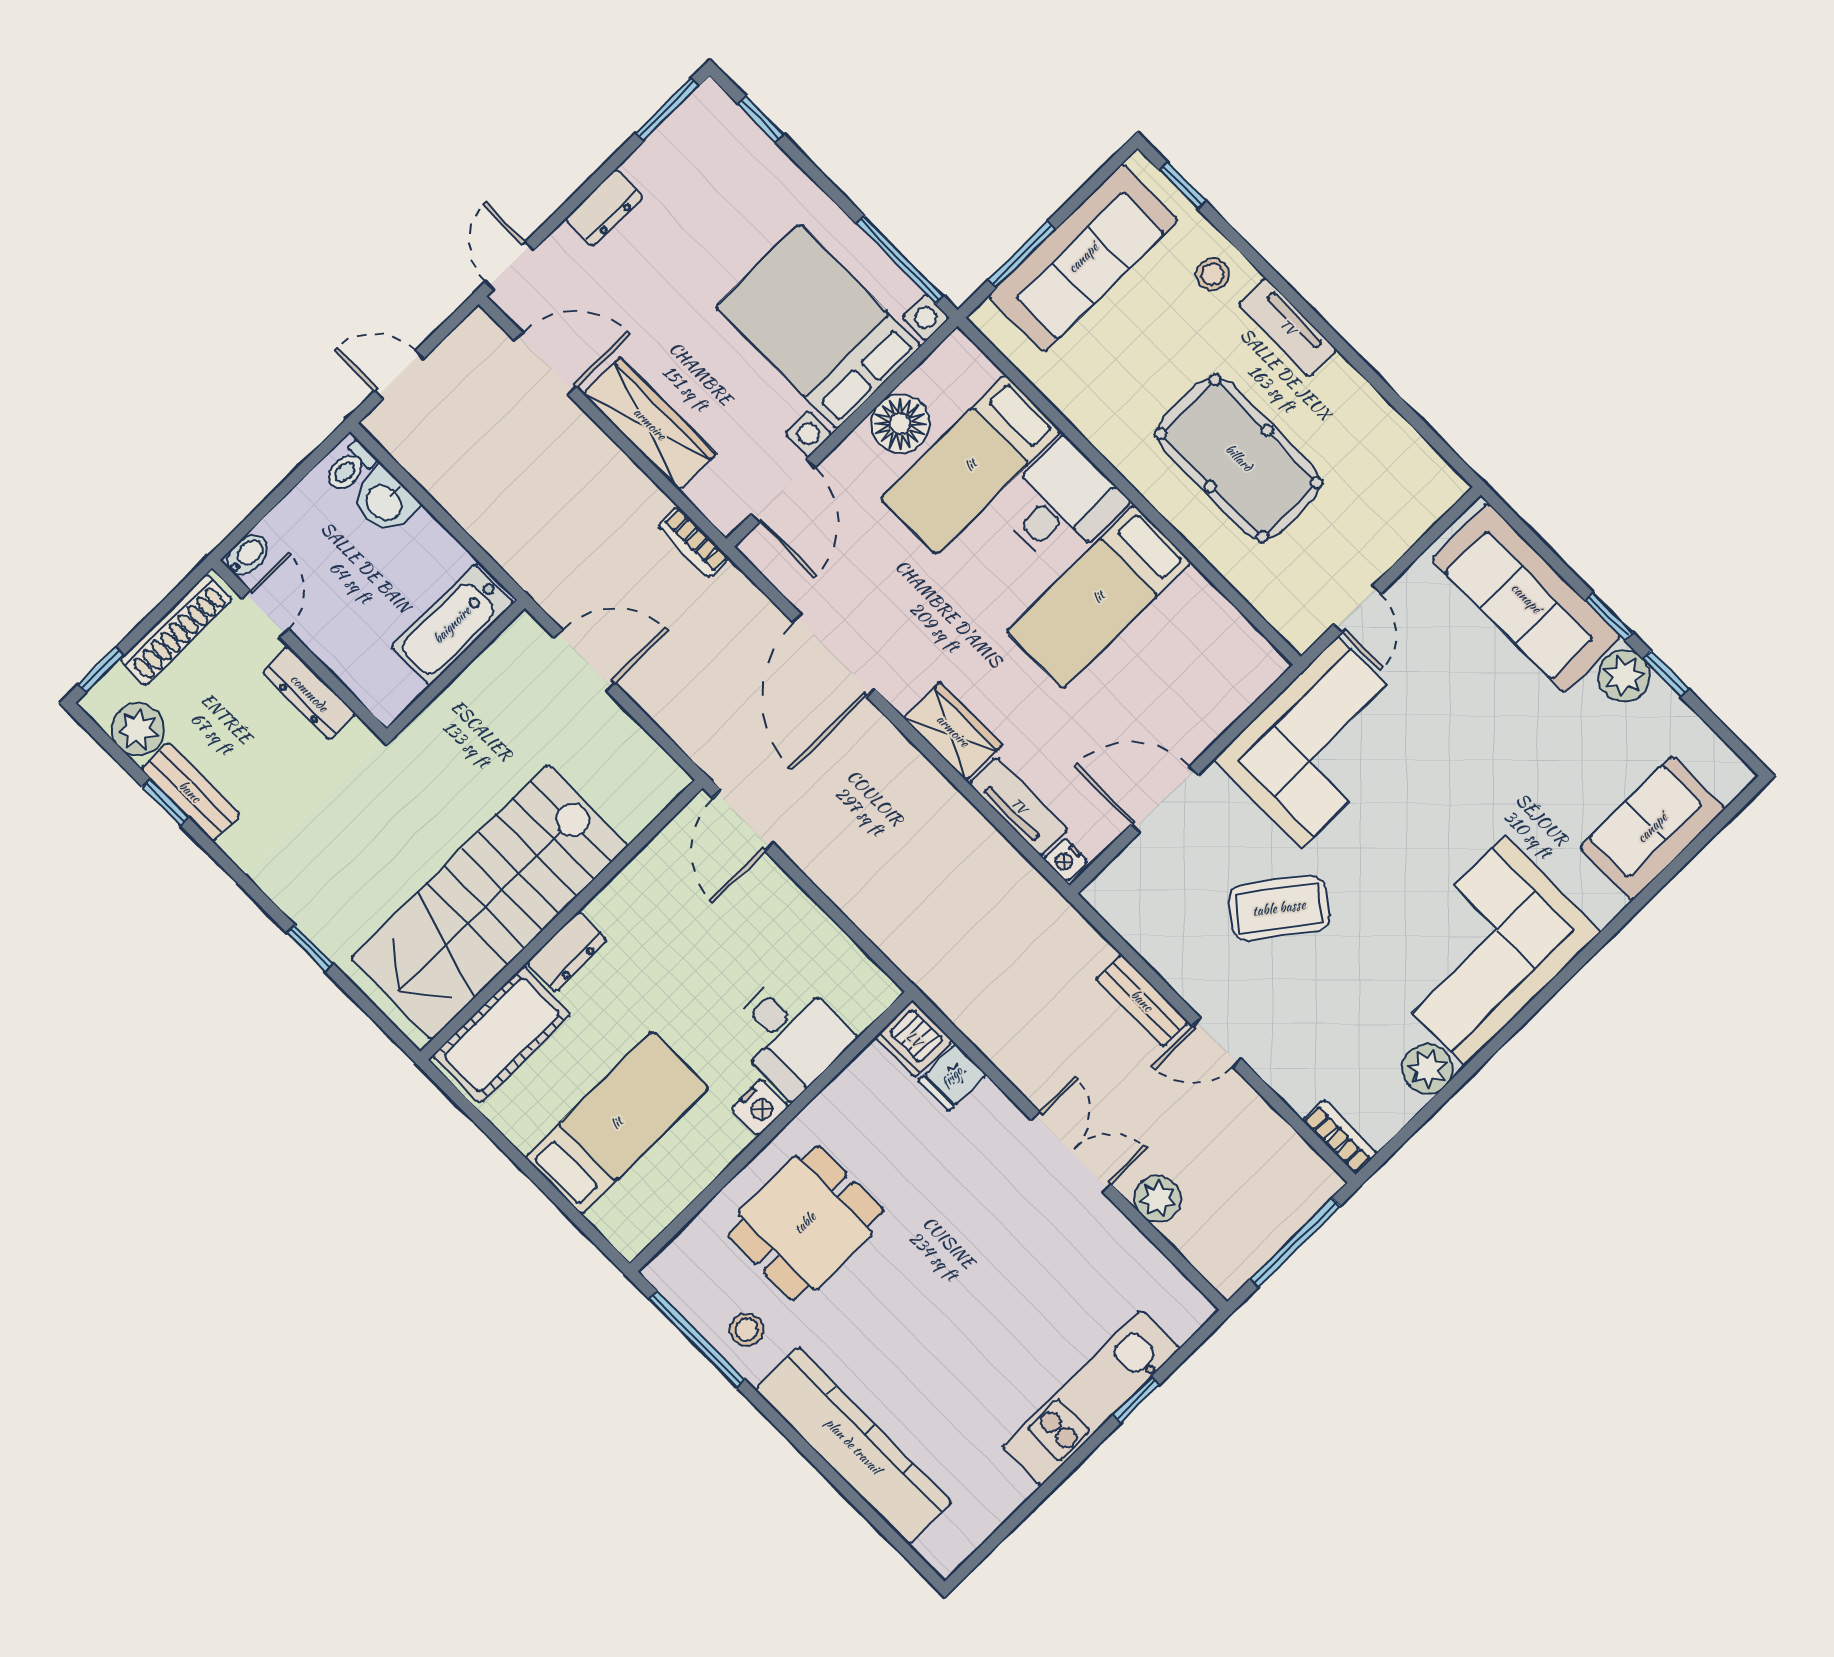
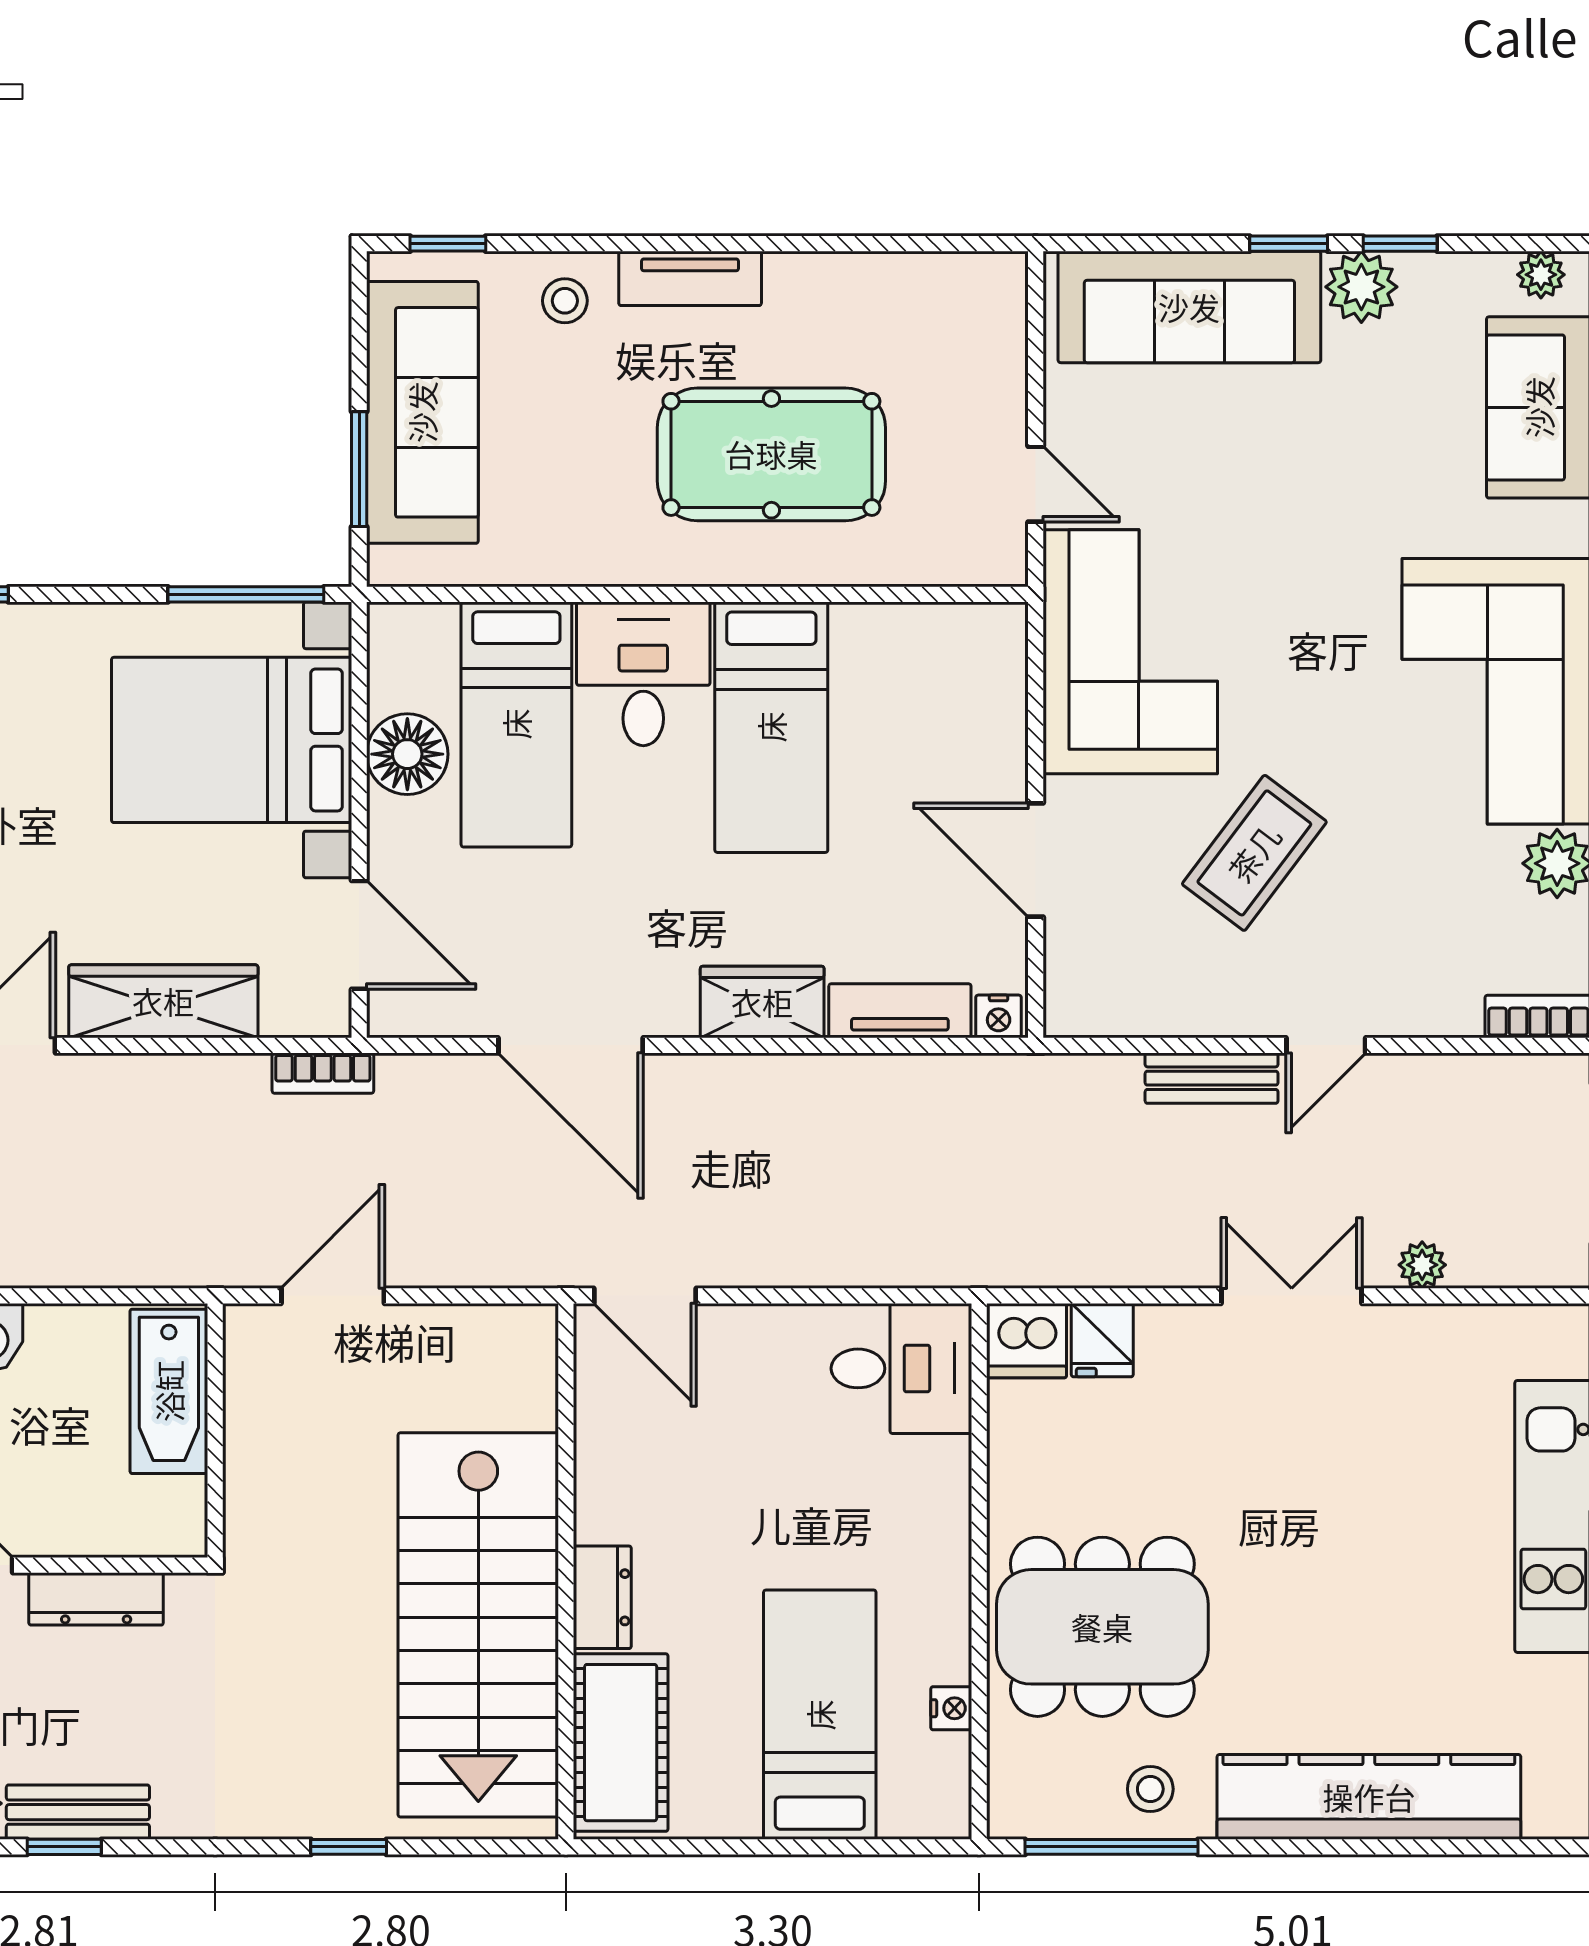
plant: (1721, 762) -> (1541, 275), added
door: (1165, 800) -> (1036, 860), hinge flipped
desk: (790, 1035) -> (901, 1368), moved
nightstand: (760, 1107) -> (951, 1708), moved, width x0.72, depth x0.74
plant: (1158, 1199) -> (1422, 1265), width x0.73, depth x0.73
dining table: (805, 1223) -> (1102, 1627), width x1.37

